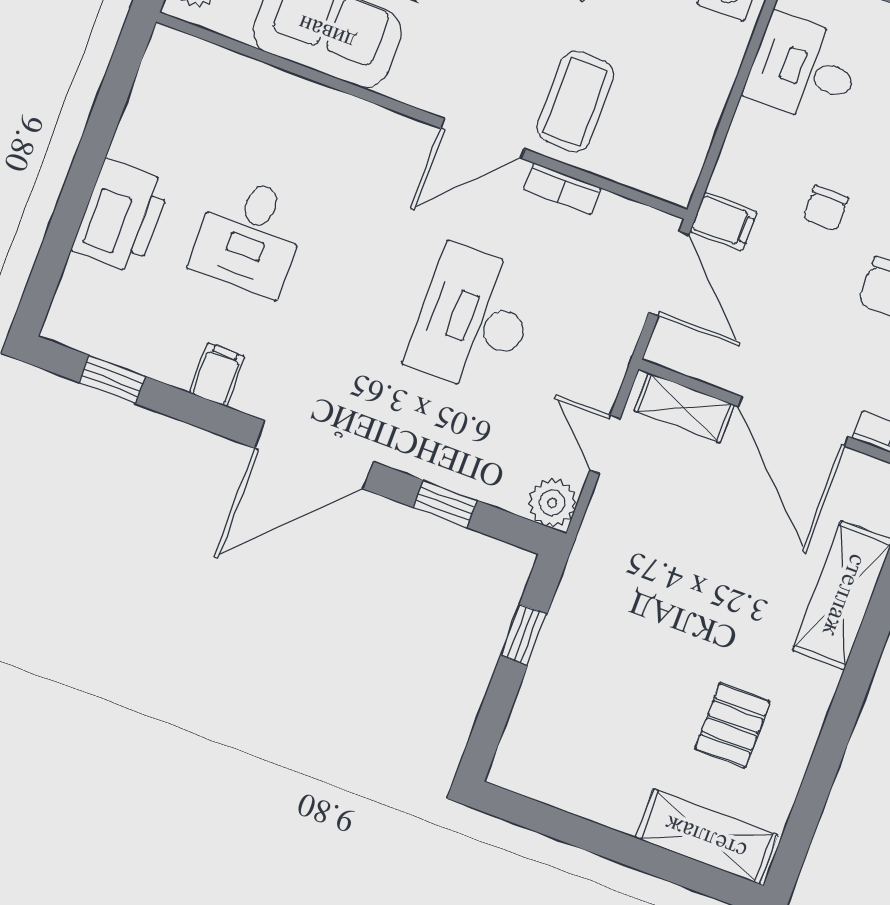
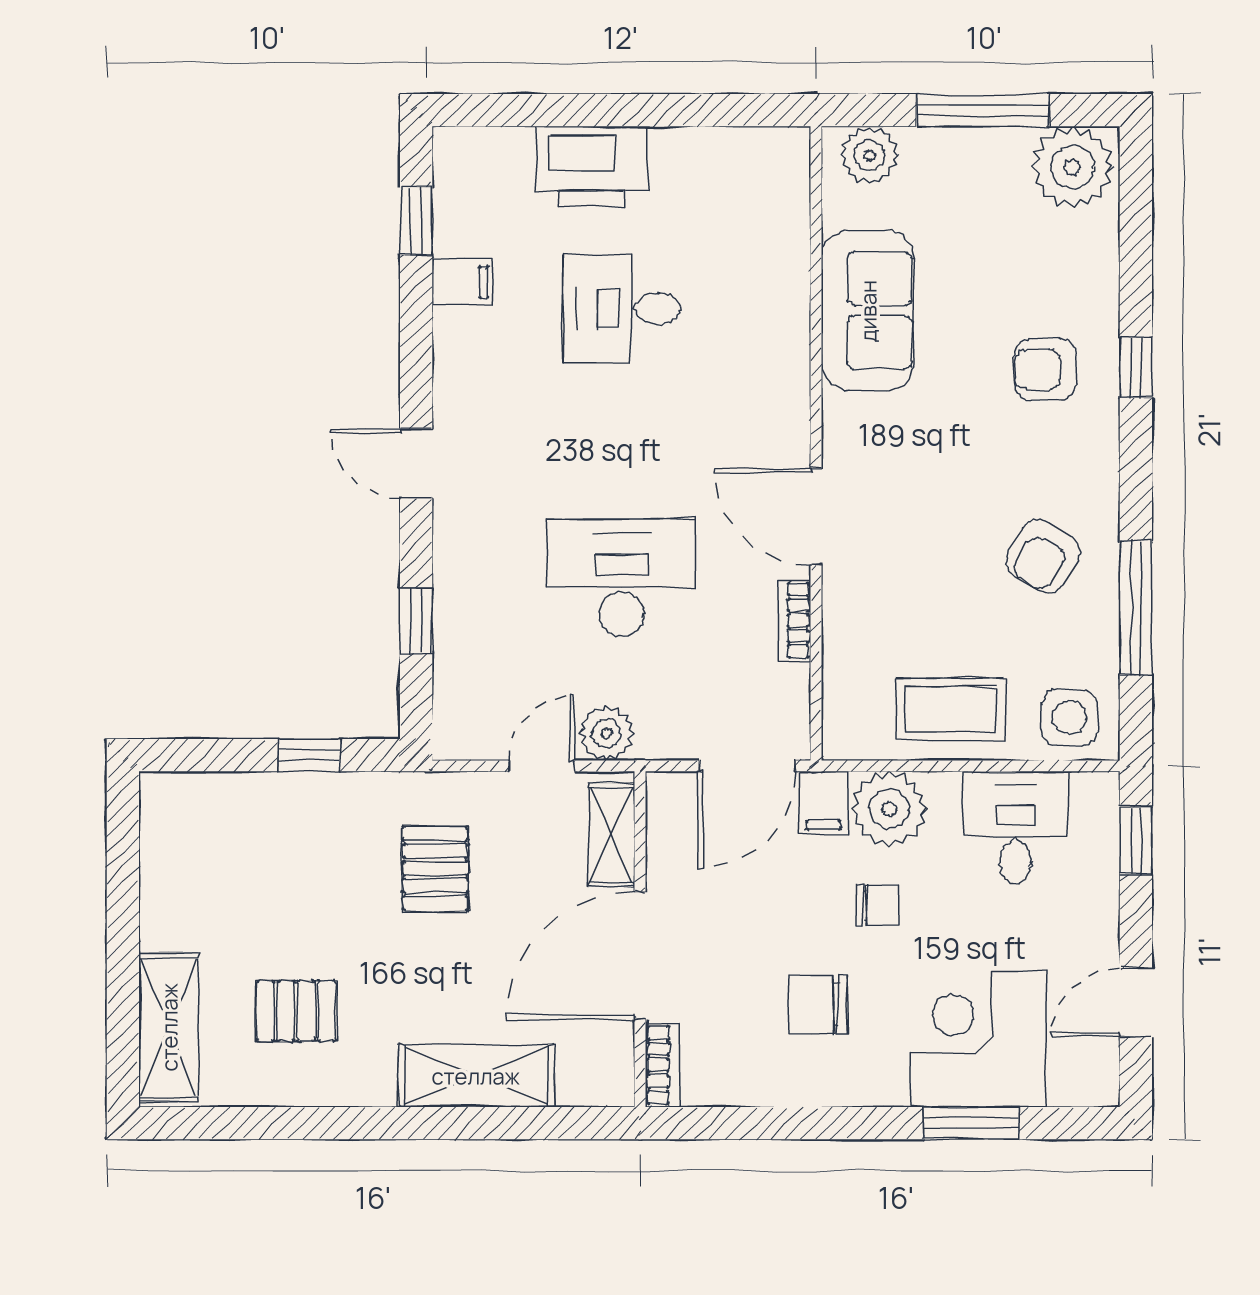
coffee table: (575, 102) -> (951, 709), moved
plant: (749, 169) -> (889, 809), added
chair: (826, 208) -> (877, 905), turned 180
filing cabinet: (217, 375) -> (462, 282), moved
door: (314, 455) -> (416, 463), width x0.53
plant: (552, 503) -> (606, 733), moved
pallet: (657, 565) -> (435, 868), added

